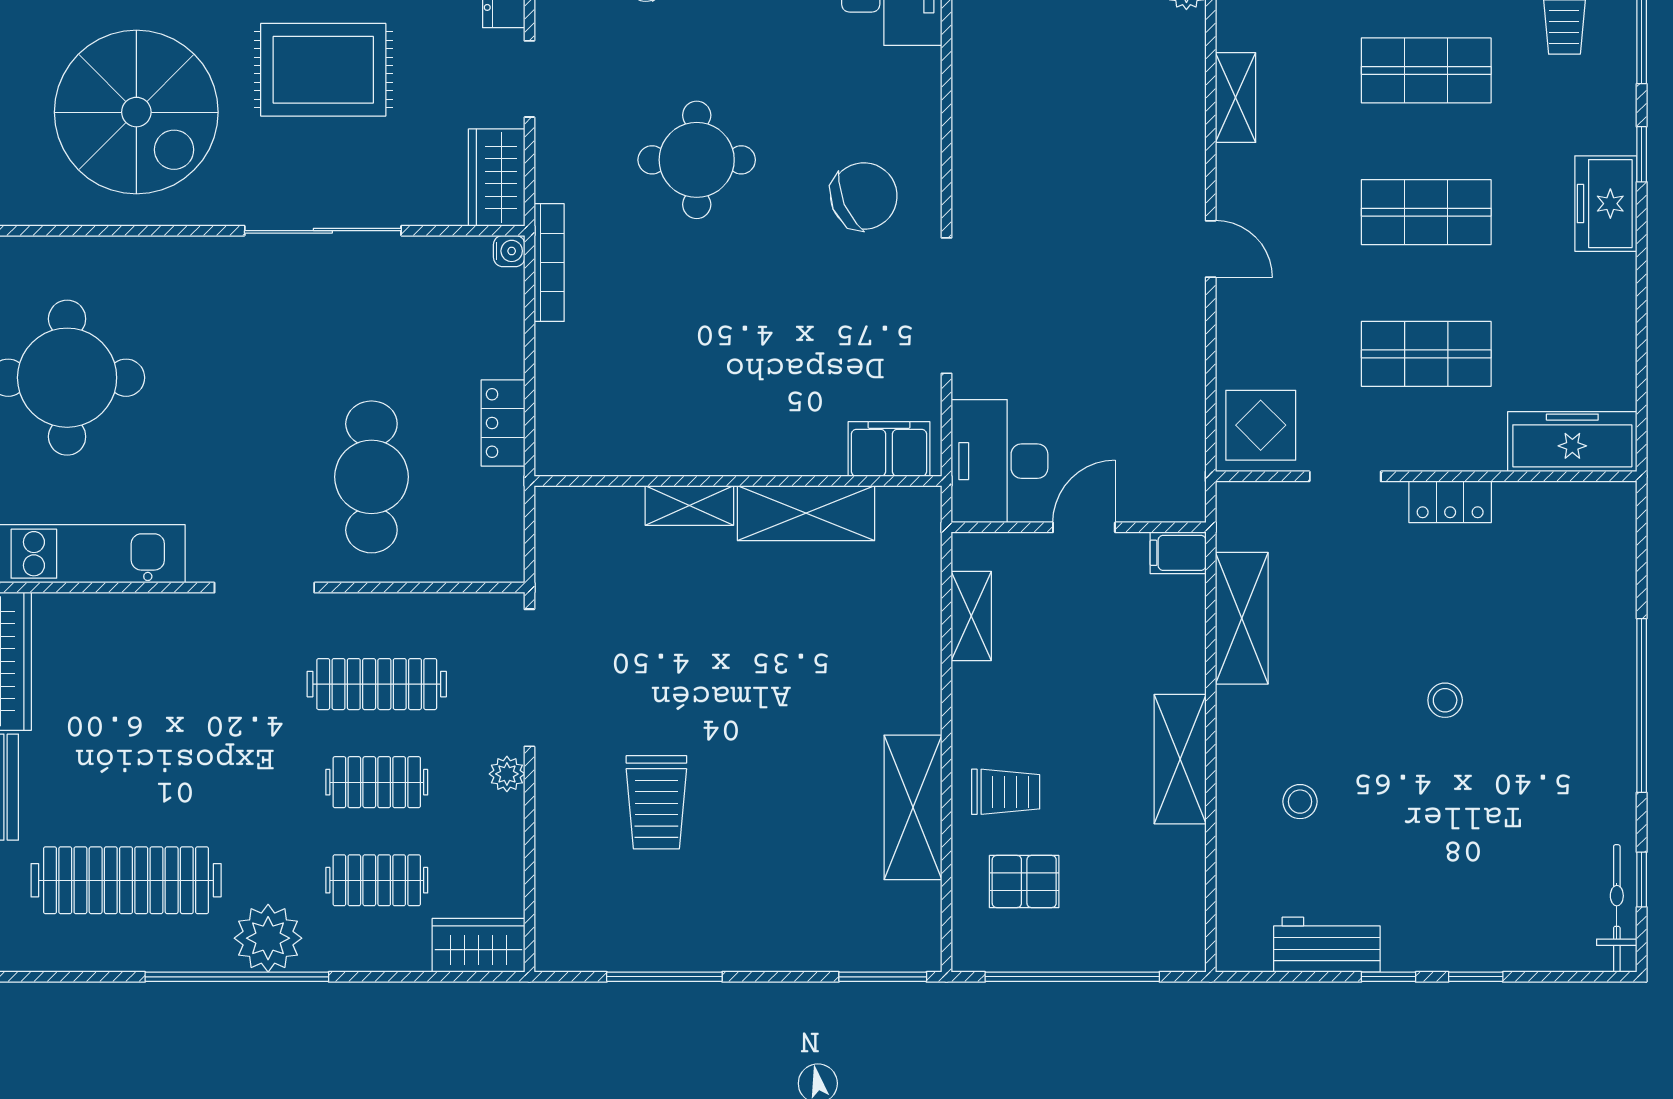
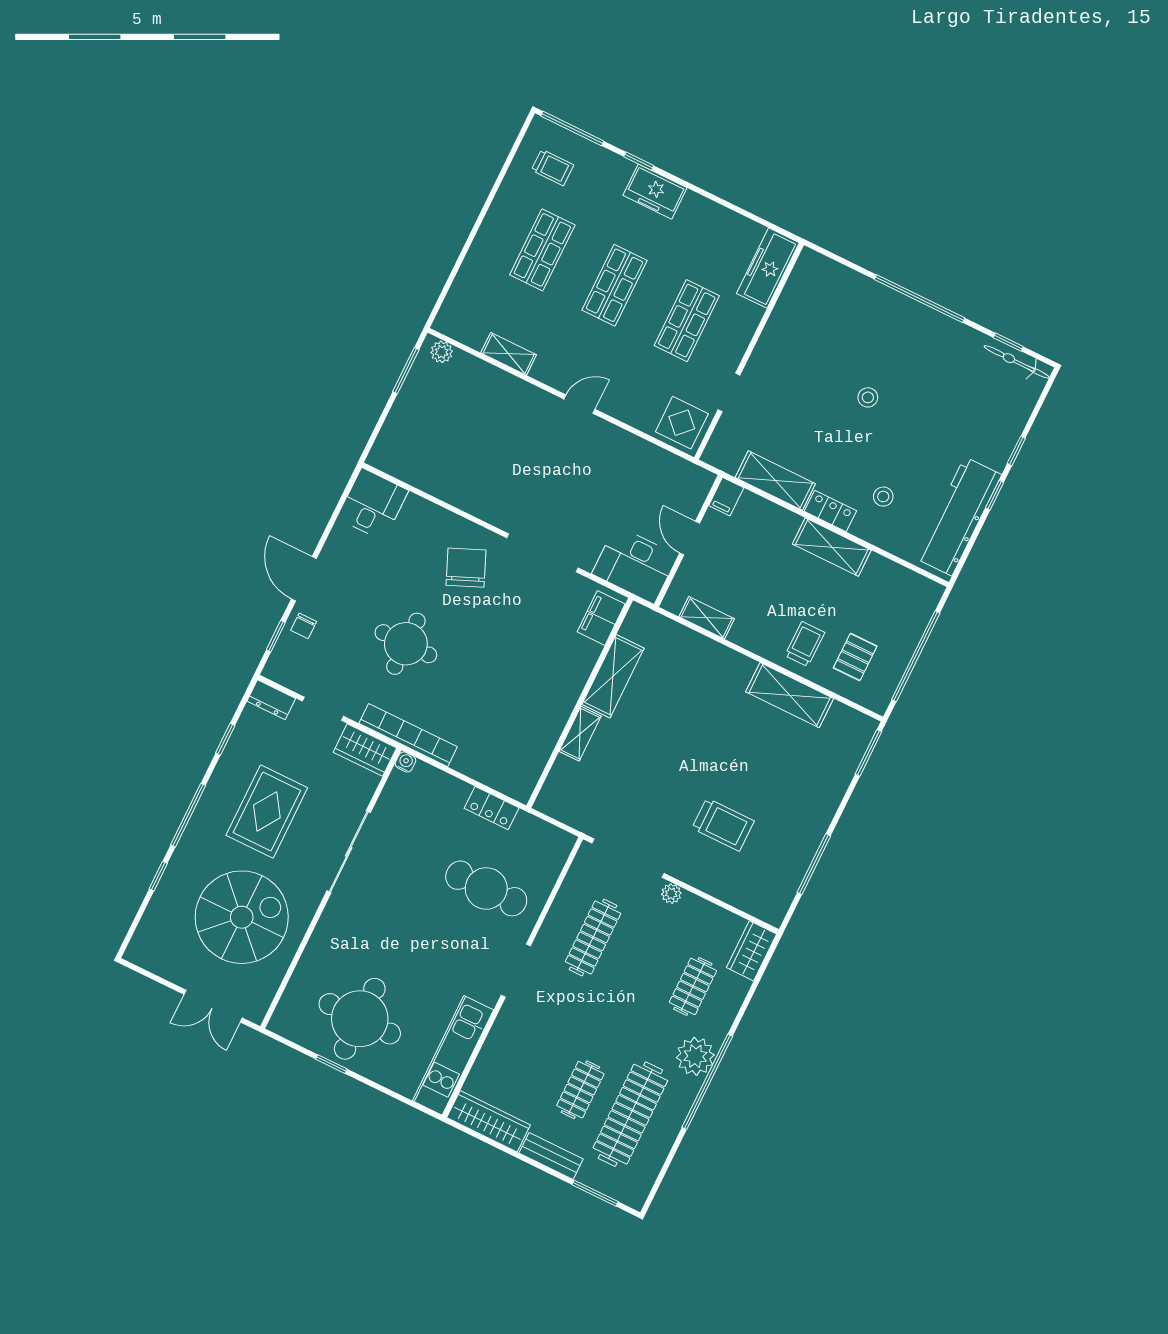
bookcase: (549, 263) -> (408, 735), width x1.48, depth x1.31
locker: (1450, 502) -> (830, 511), moved, turned -90
clothes rail: (377, 782) -> (580, 1090), moved
workbench: (1327, 945) -> (958, 516), width x1.88, depth x1.32

